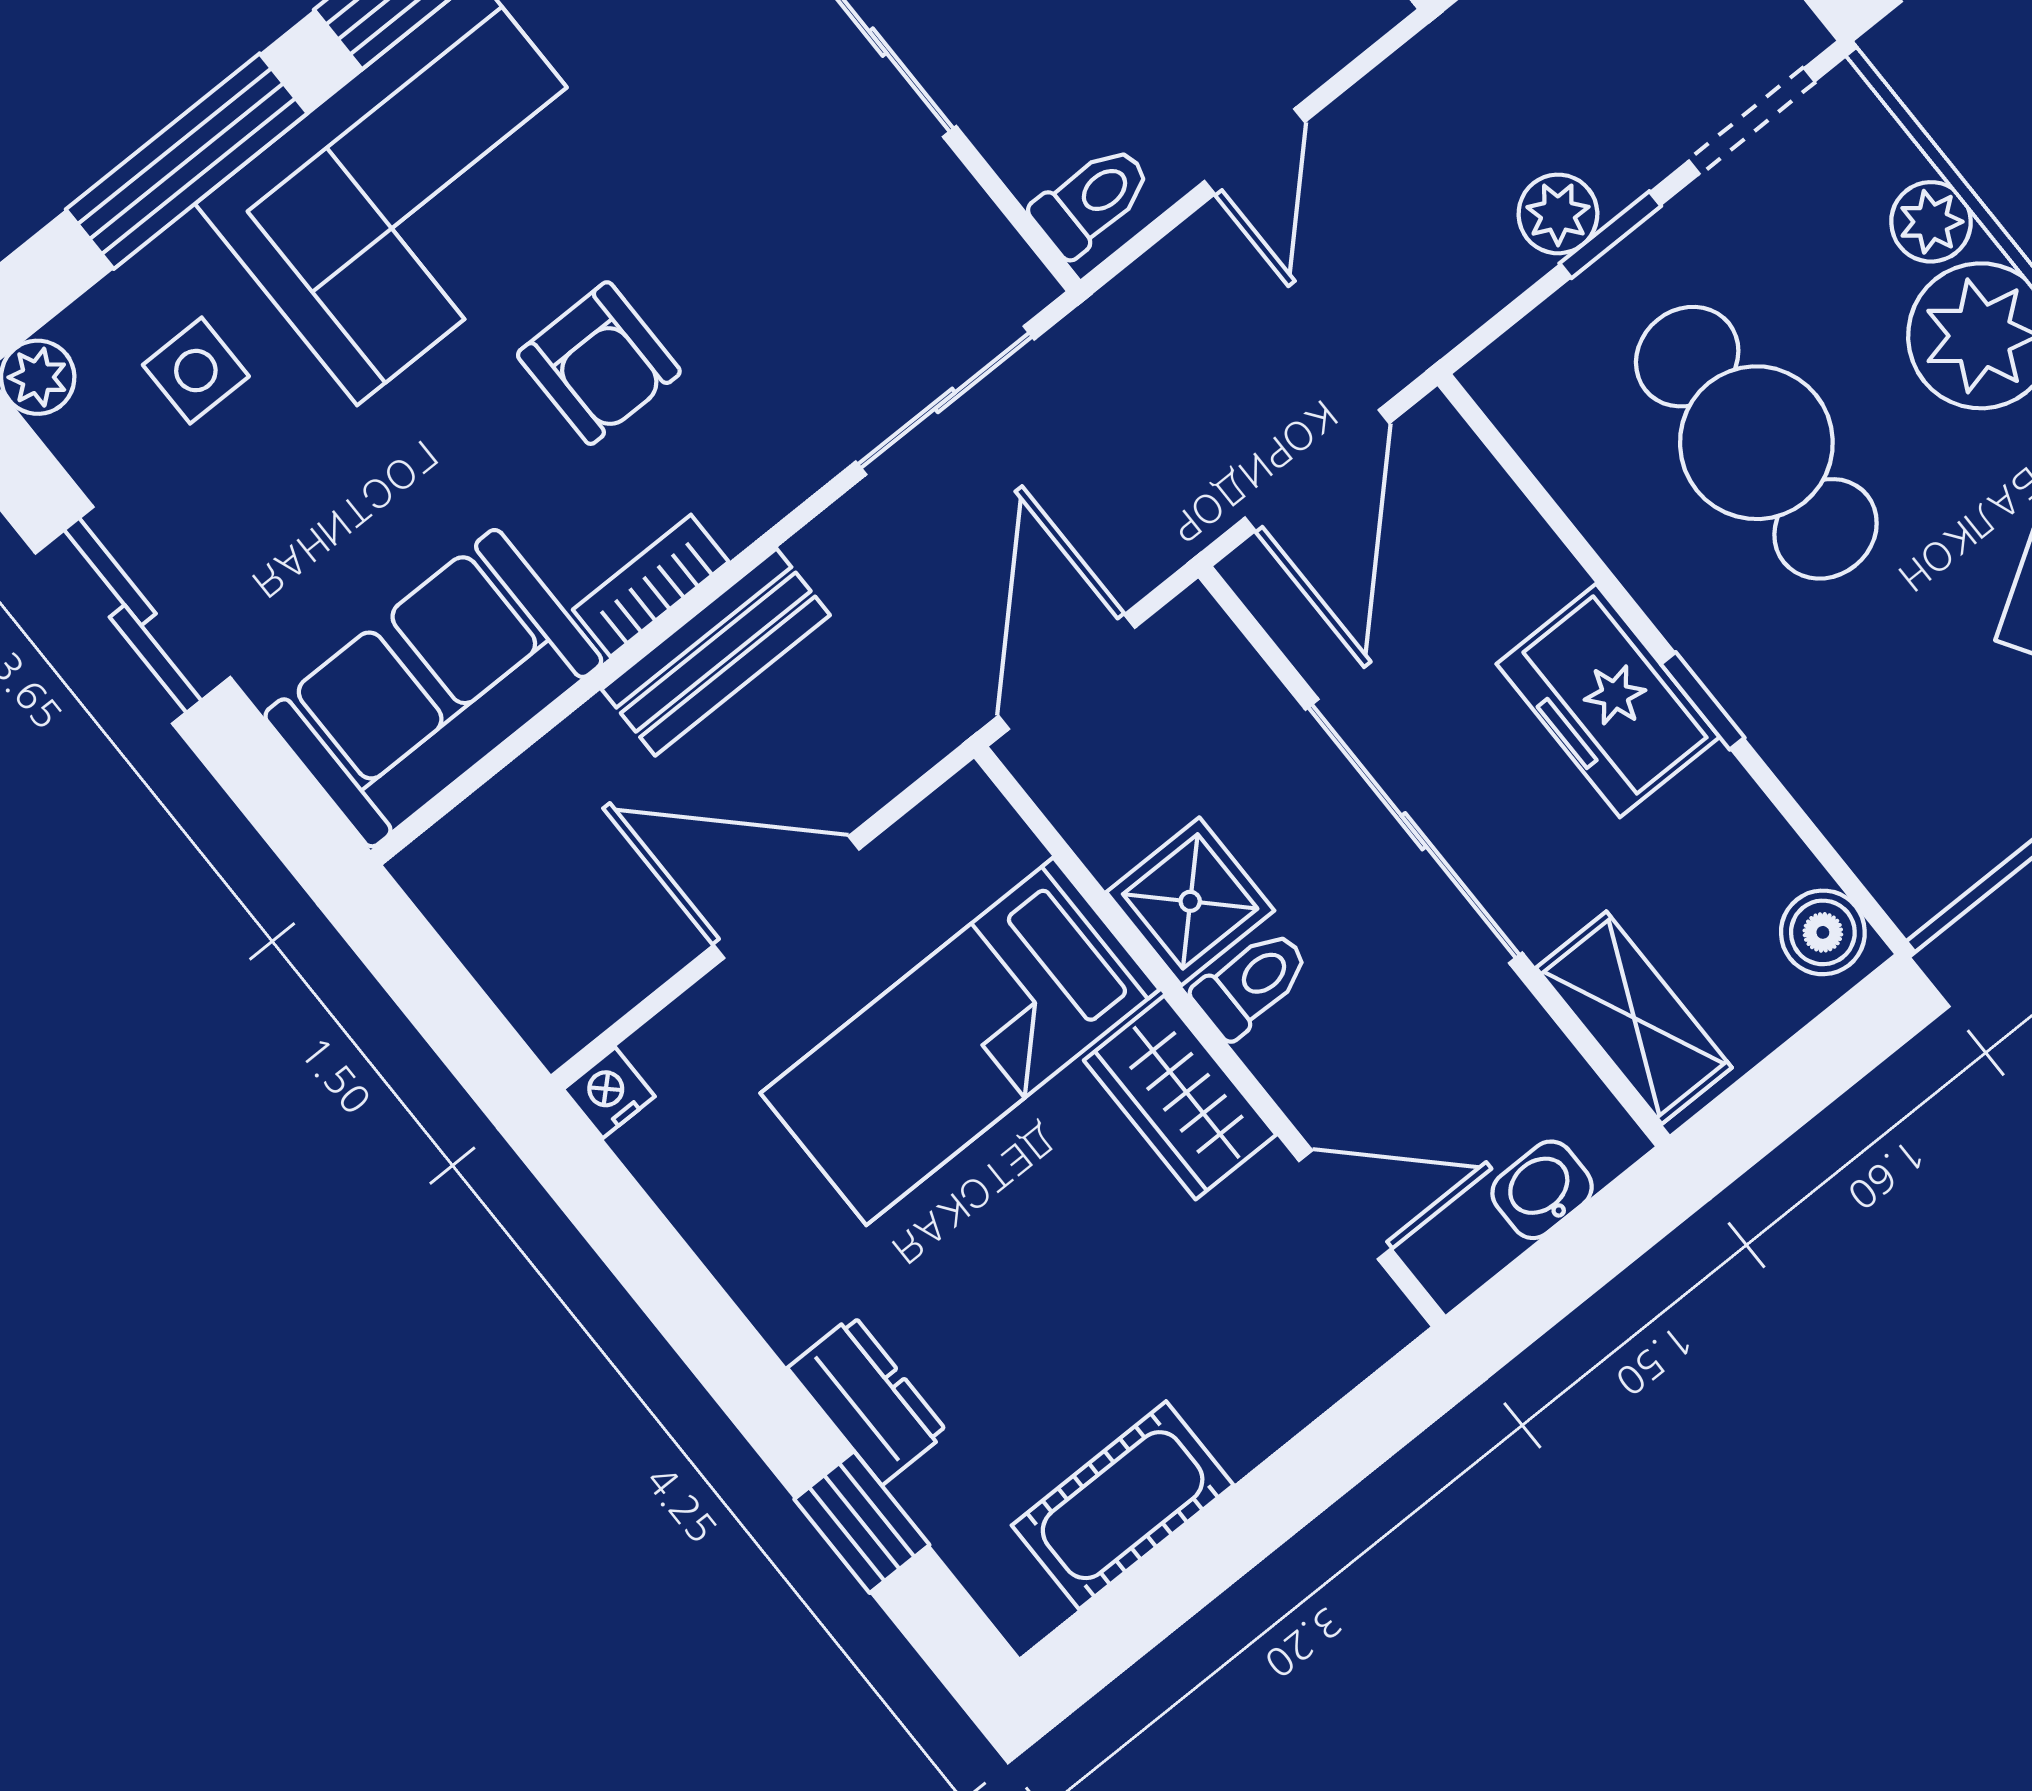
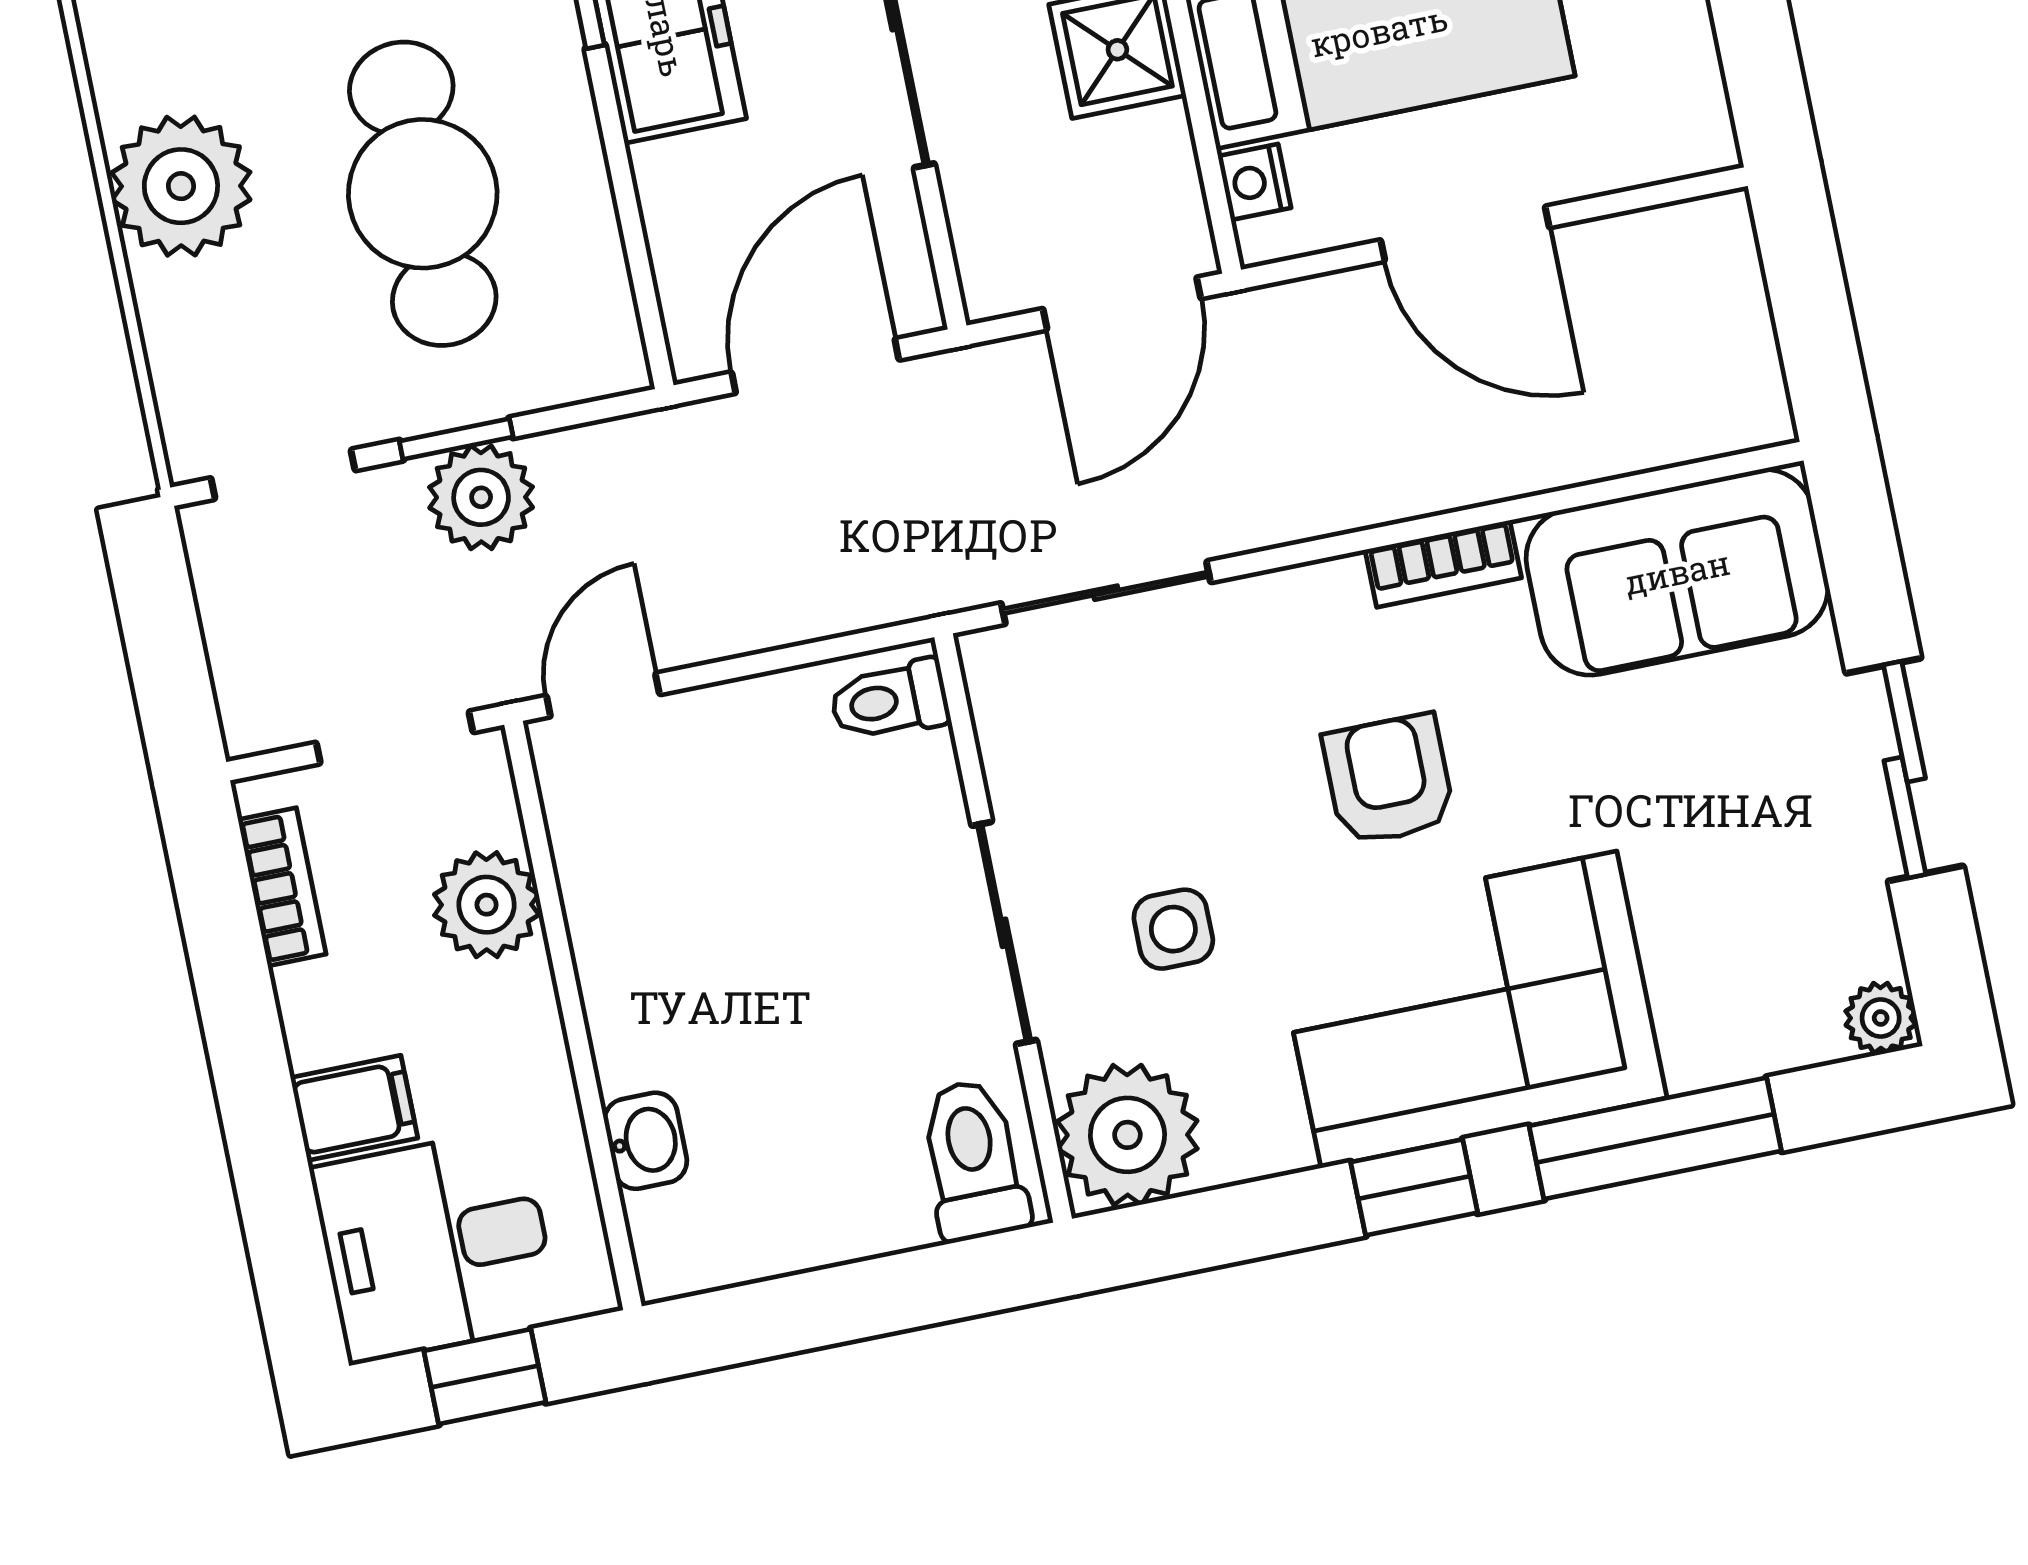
door: (1255, 152) -> (603, 695), moved
plant: (1558, 214) -> (481, 497), width x1.38, depth x1.38
plant: (1931, 222) -> (173, 307), removed
side table: (196, 371) -> (1173, 929), moved
bench: (716, 652) -> (1417, 477), removed
nightstand: (609, 1093) -> (1254, 182), moved, turned 90

